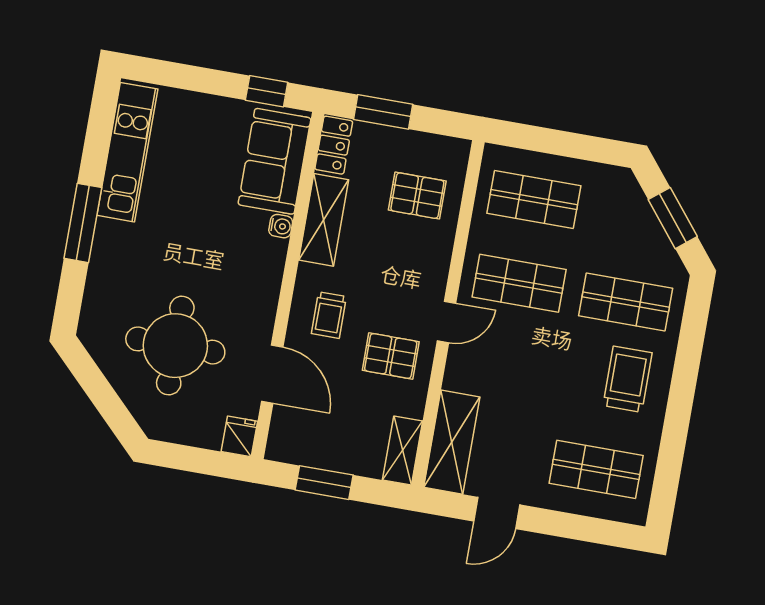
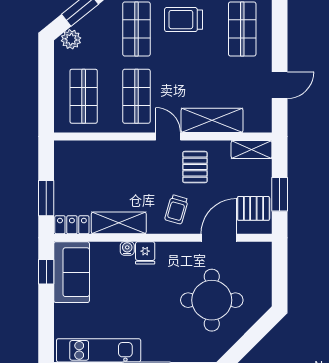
sofa: (275, 161) -> (72, 272), moved, turned -90
plant: (628, 195) -> (71, 39), added
pallet: (417, 196) -> (253, 208), moved, turned 90
trolley: (329, 315) -> (177, 209), turned 106
fridge: (239, 436) -> (145, 253), moved, turned -90
shelving: (452, 442) -> (212, 120), moved
door: (497, 513) -> (280, 85), hinge flipped

